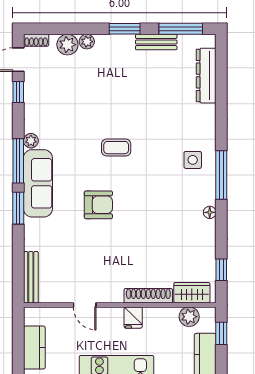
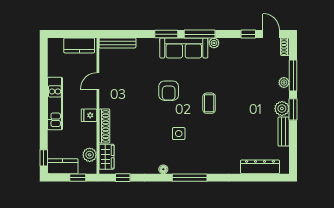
window: (181, 29) -> (293, 75), moved
plant: (67, 45) -> (282, 109), moved
side table: (193, 160) -> (179, 134), moved
kitchen counter: (34, 348) -> (79, 45), moved

